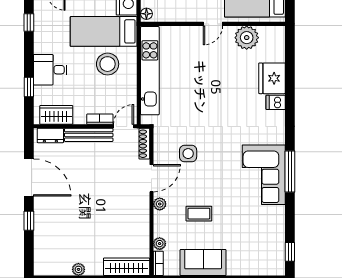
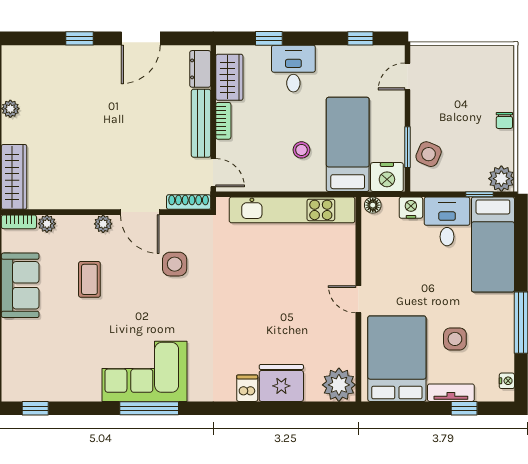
plant: (247, 38) -> (339, 385), moved
stool: (108, 64) -> (301, 150), width x0.53, depth x0.53
bookcase: (100, 119) -> (223, 121), moved
door: (29, 177) -> (141, 38), width x0.73

